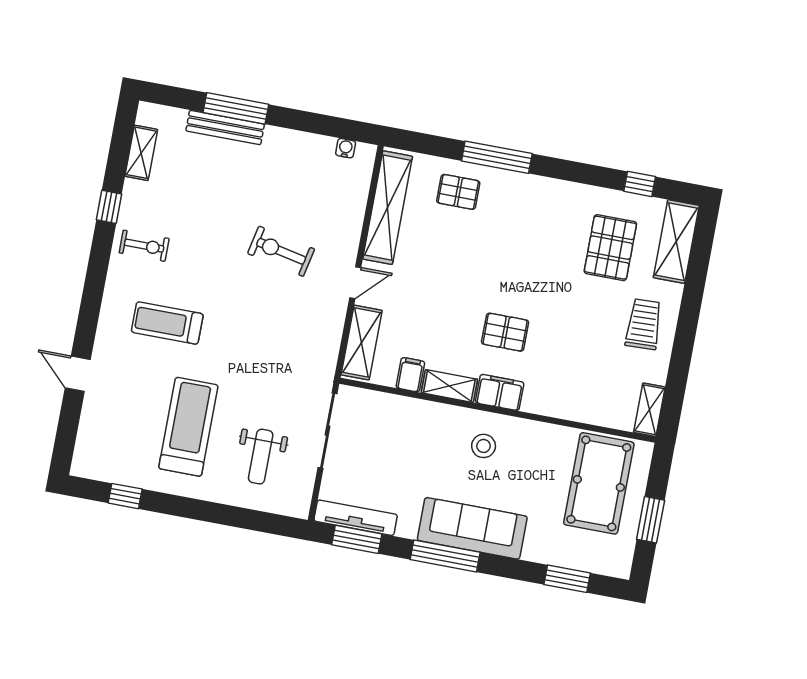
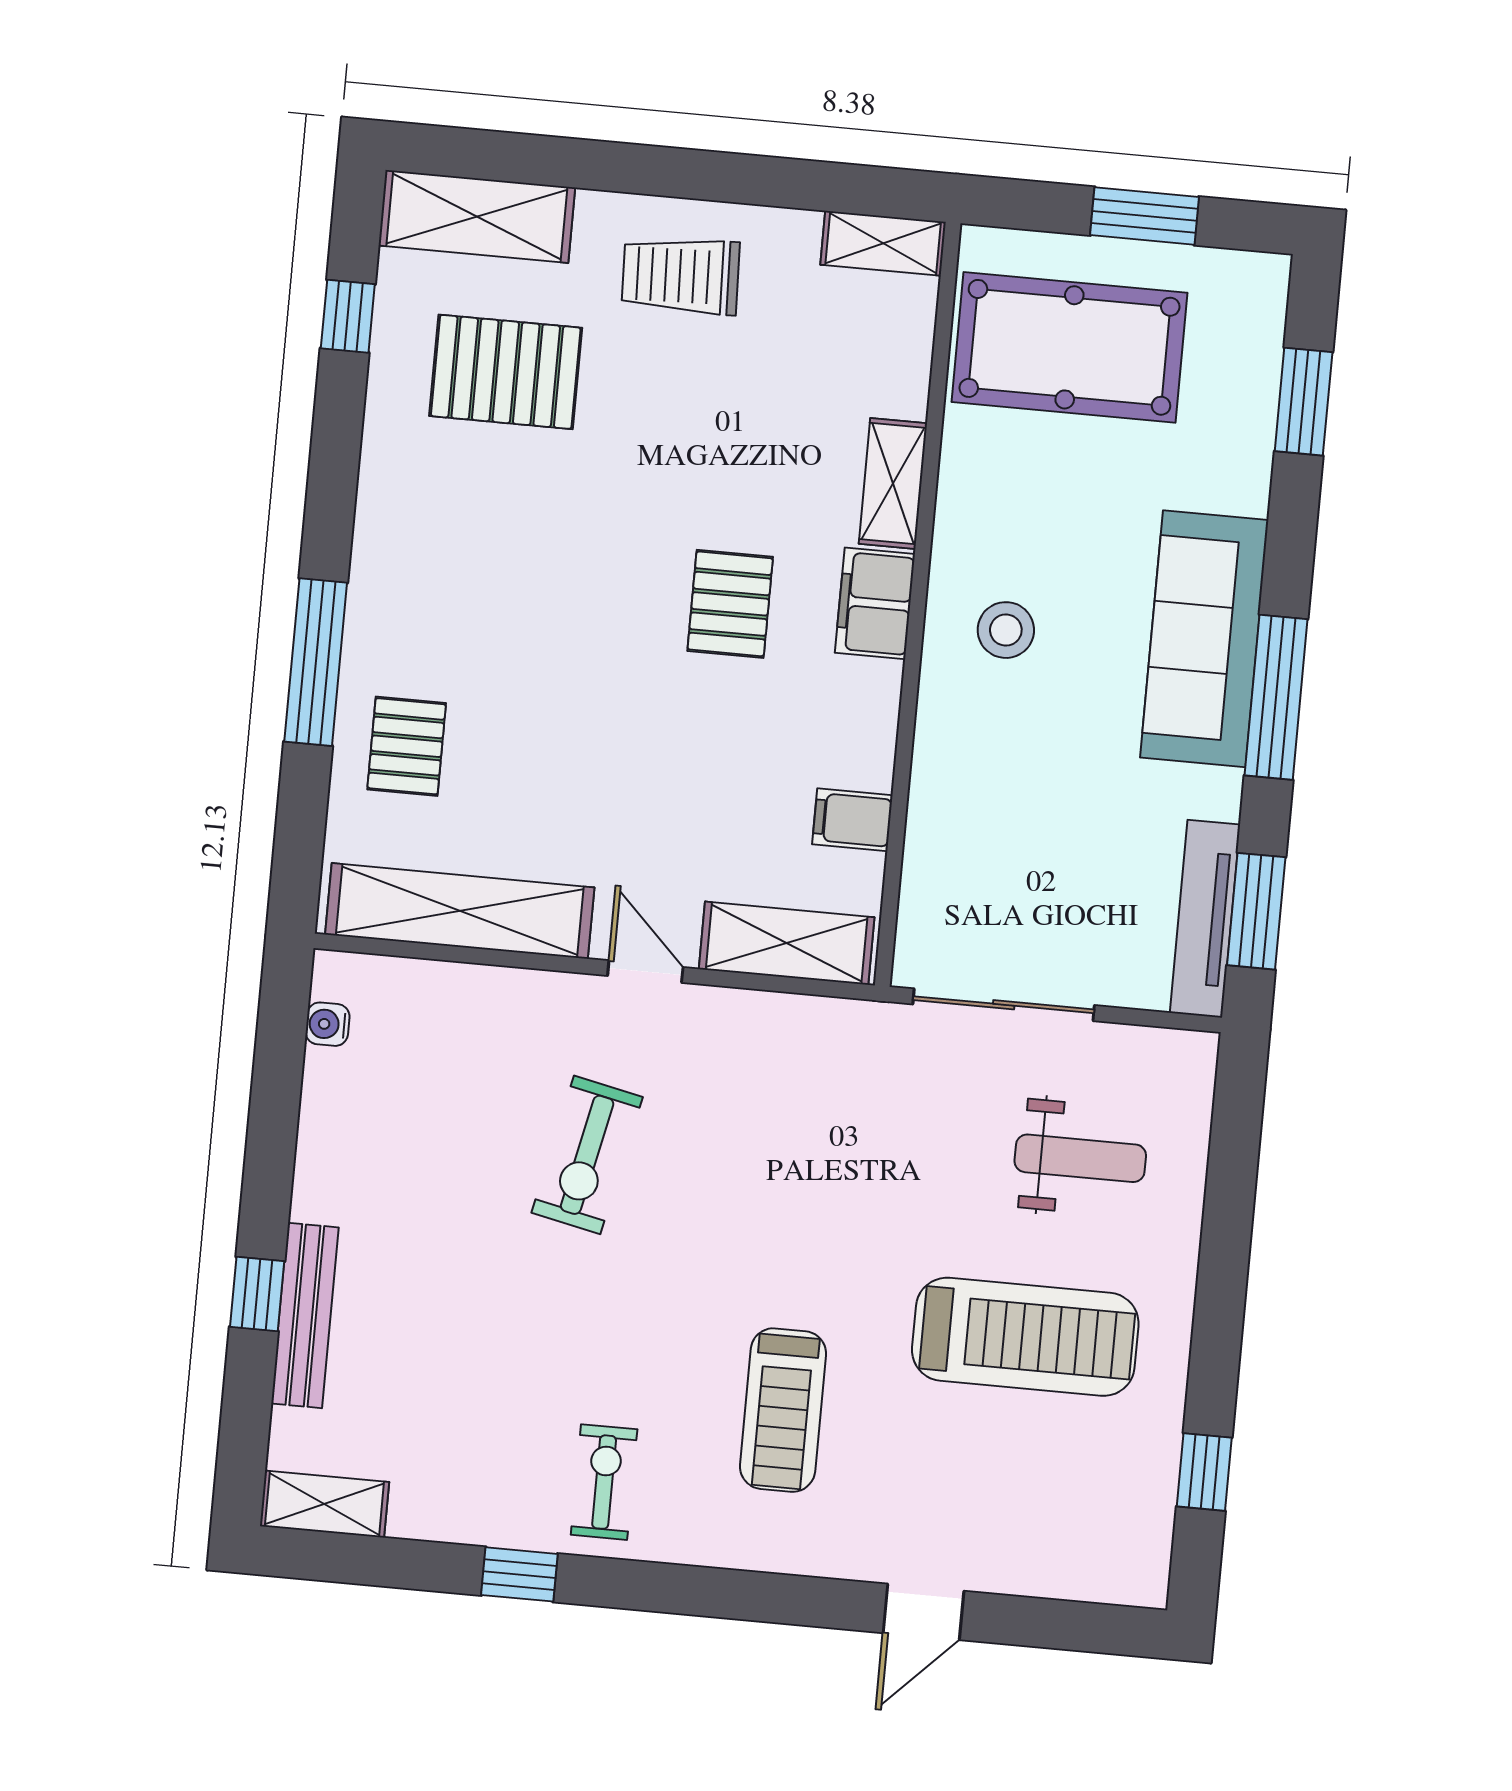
window: (236, 108) -> (257, 1294), width x0.46
shelving: (141, 153) -> (324, 1504), moved
shelving: (449, 386) -> (893, 484), moved
treadmill: (188, 427) -> (1025, 1337), turned 180

